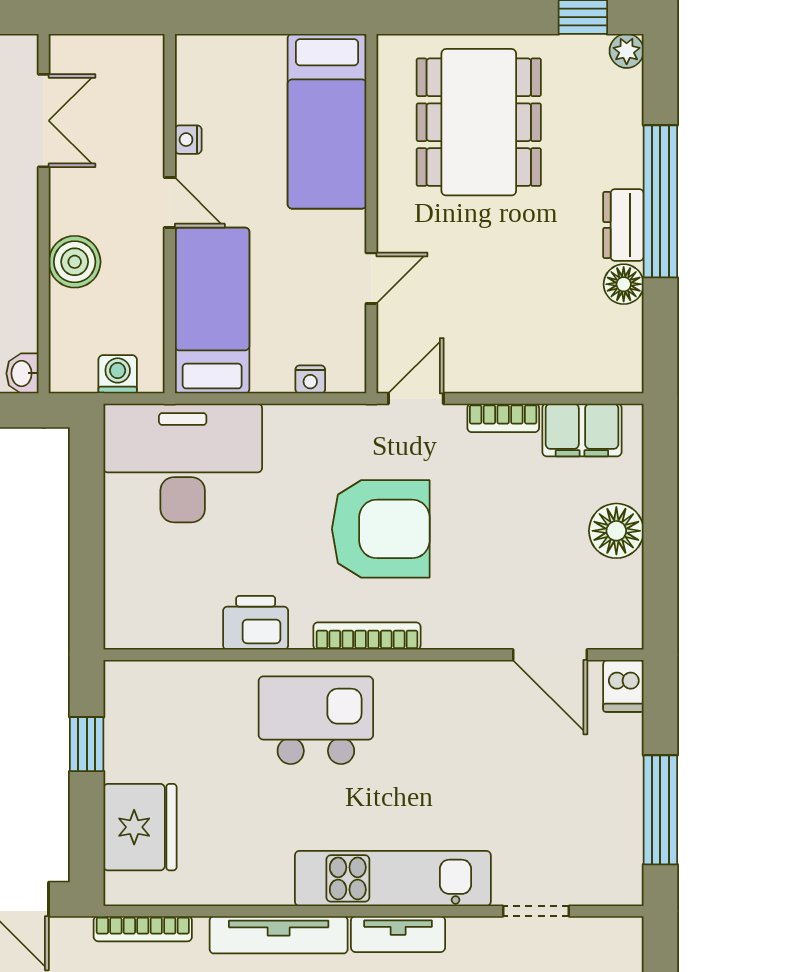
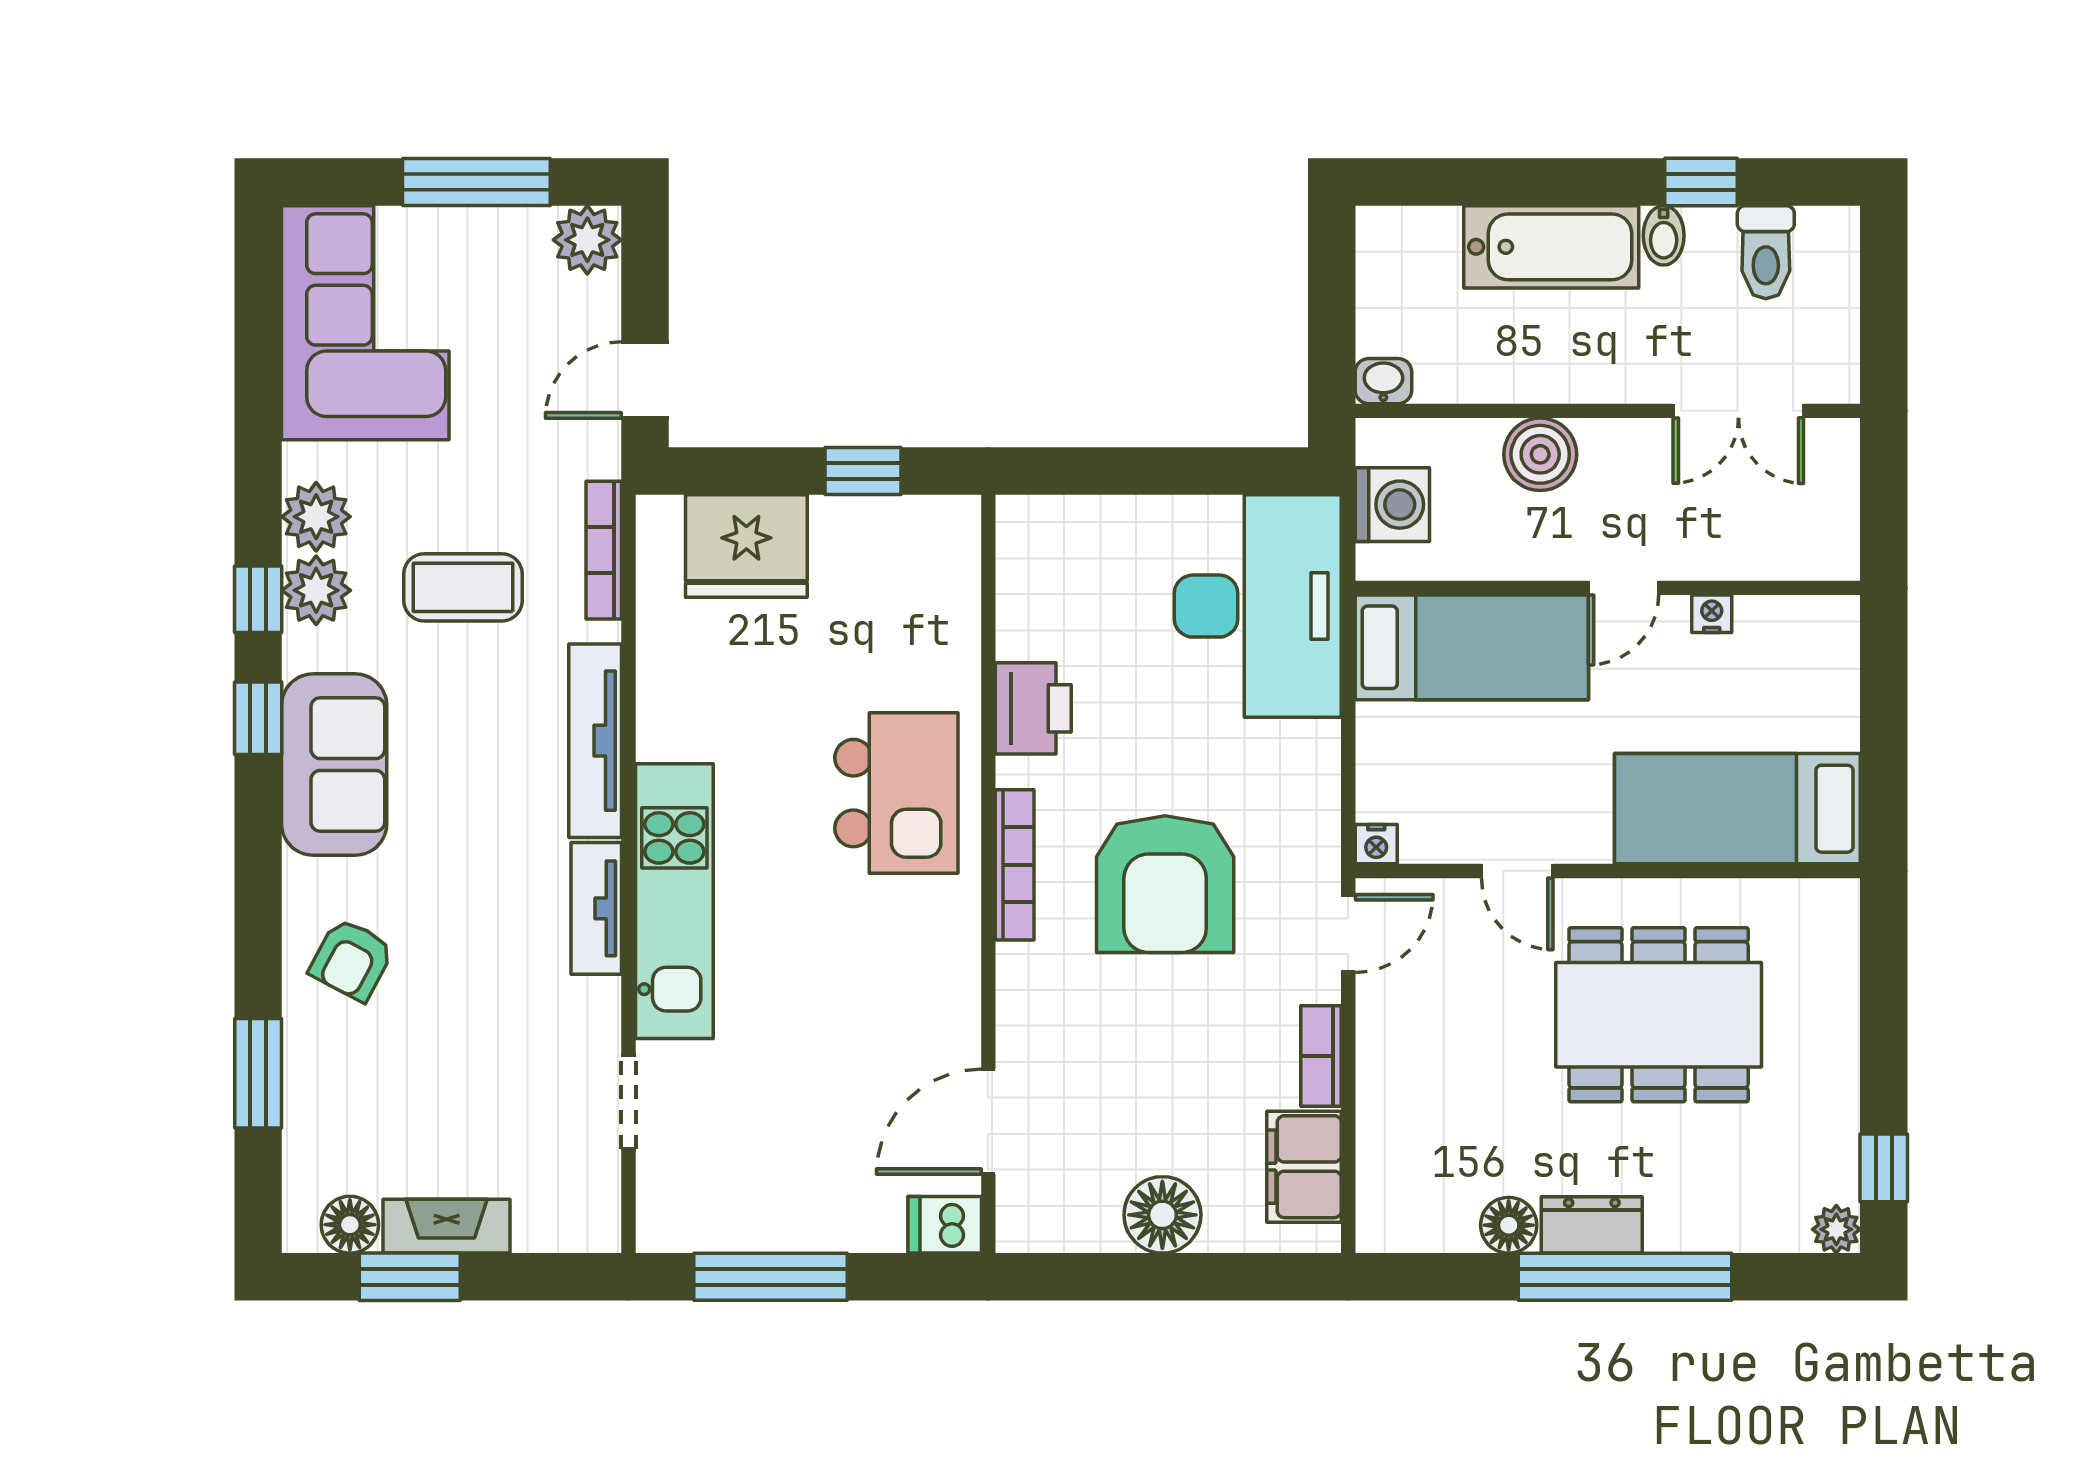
dining table: (479, 122) -> (1659, 1015), moved
washing machine: (118, 374) -> (1392, 505), width x1.38, depth x1.38
nightstand: (310, 379) -> (1376, 844), moved, turned -90
door: (416, 399) -> (1348, 934), hinge flipped

